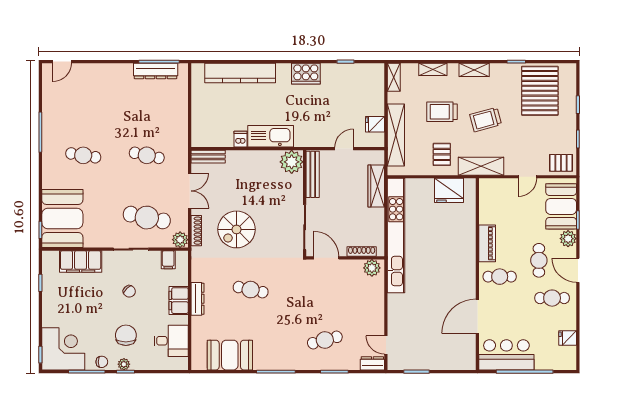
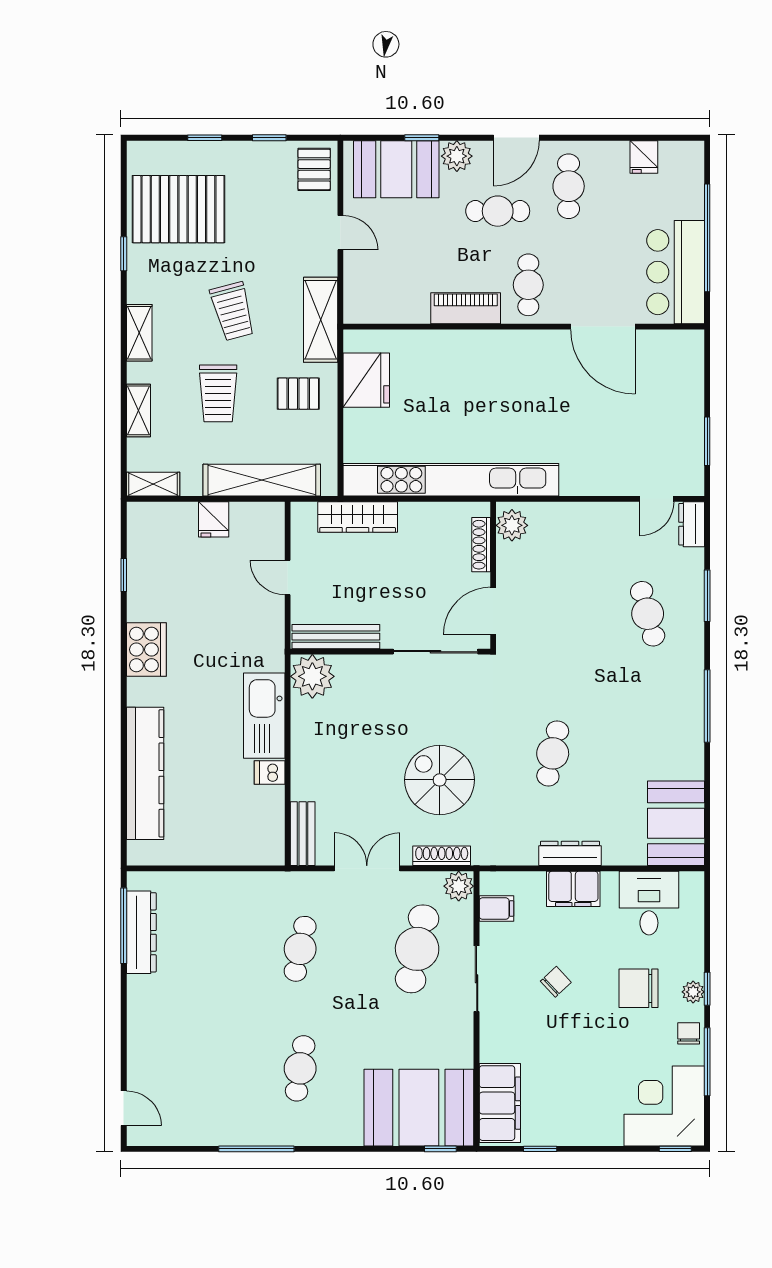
fridge: (375, 124) -> (214, 519), moved
spiral stairs: (237, 229) -> (440, 780), turned 180
filing cabinet: (81, 262) -> (500, 1103), moved
booth: (230, 355) -> (676, 823), moved

